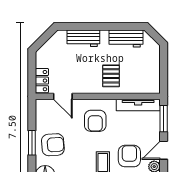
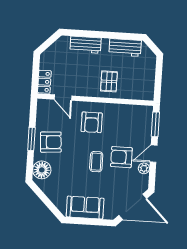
tv unit: (138, 105) -> (133, 110), removed
armchair: (129, 156) -> (121, 157), turned -90

